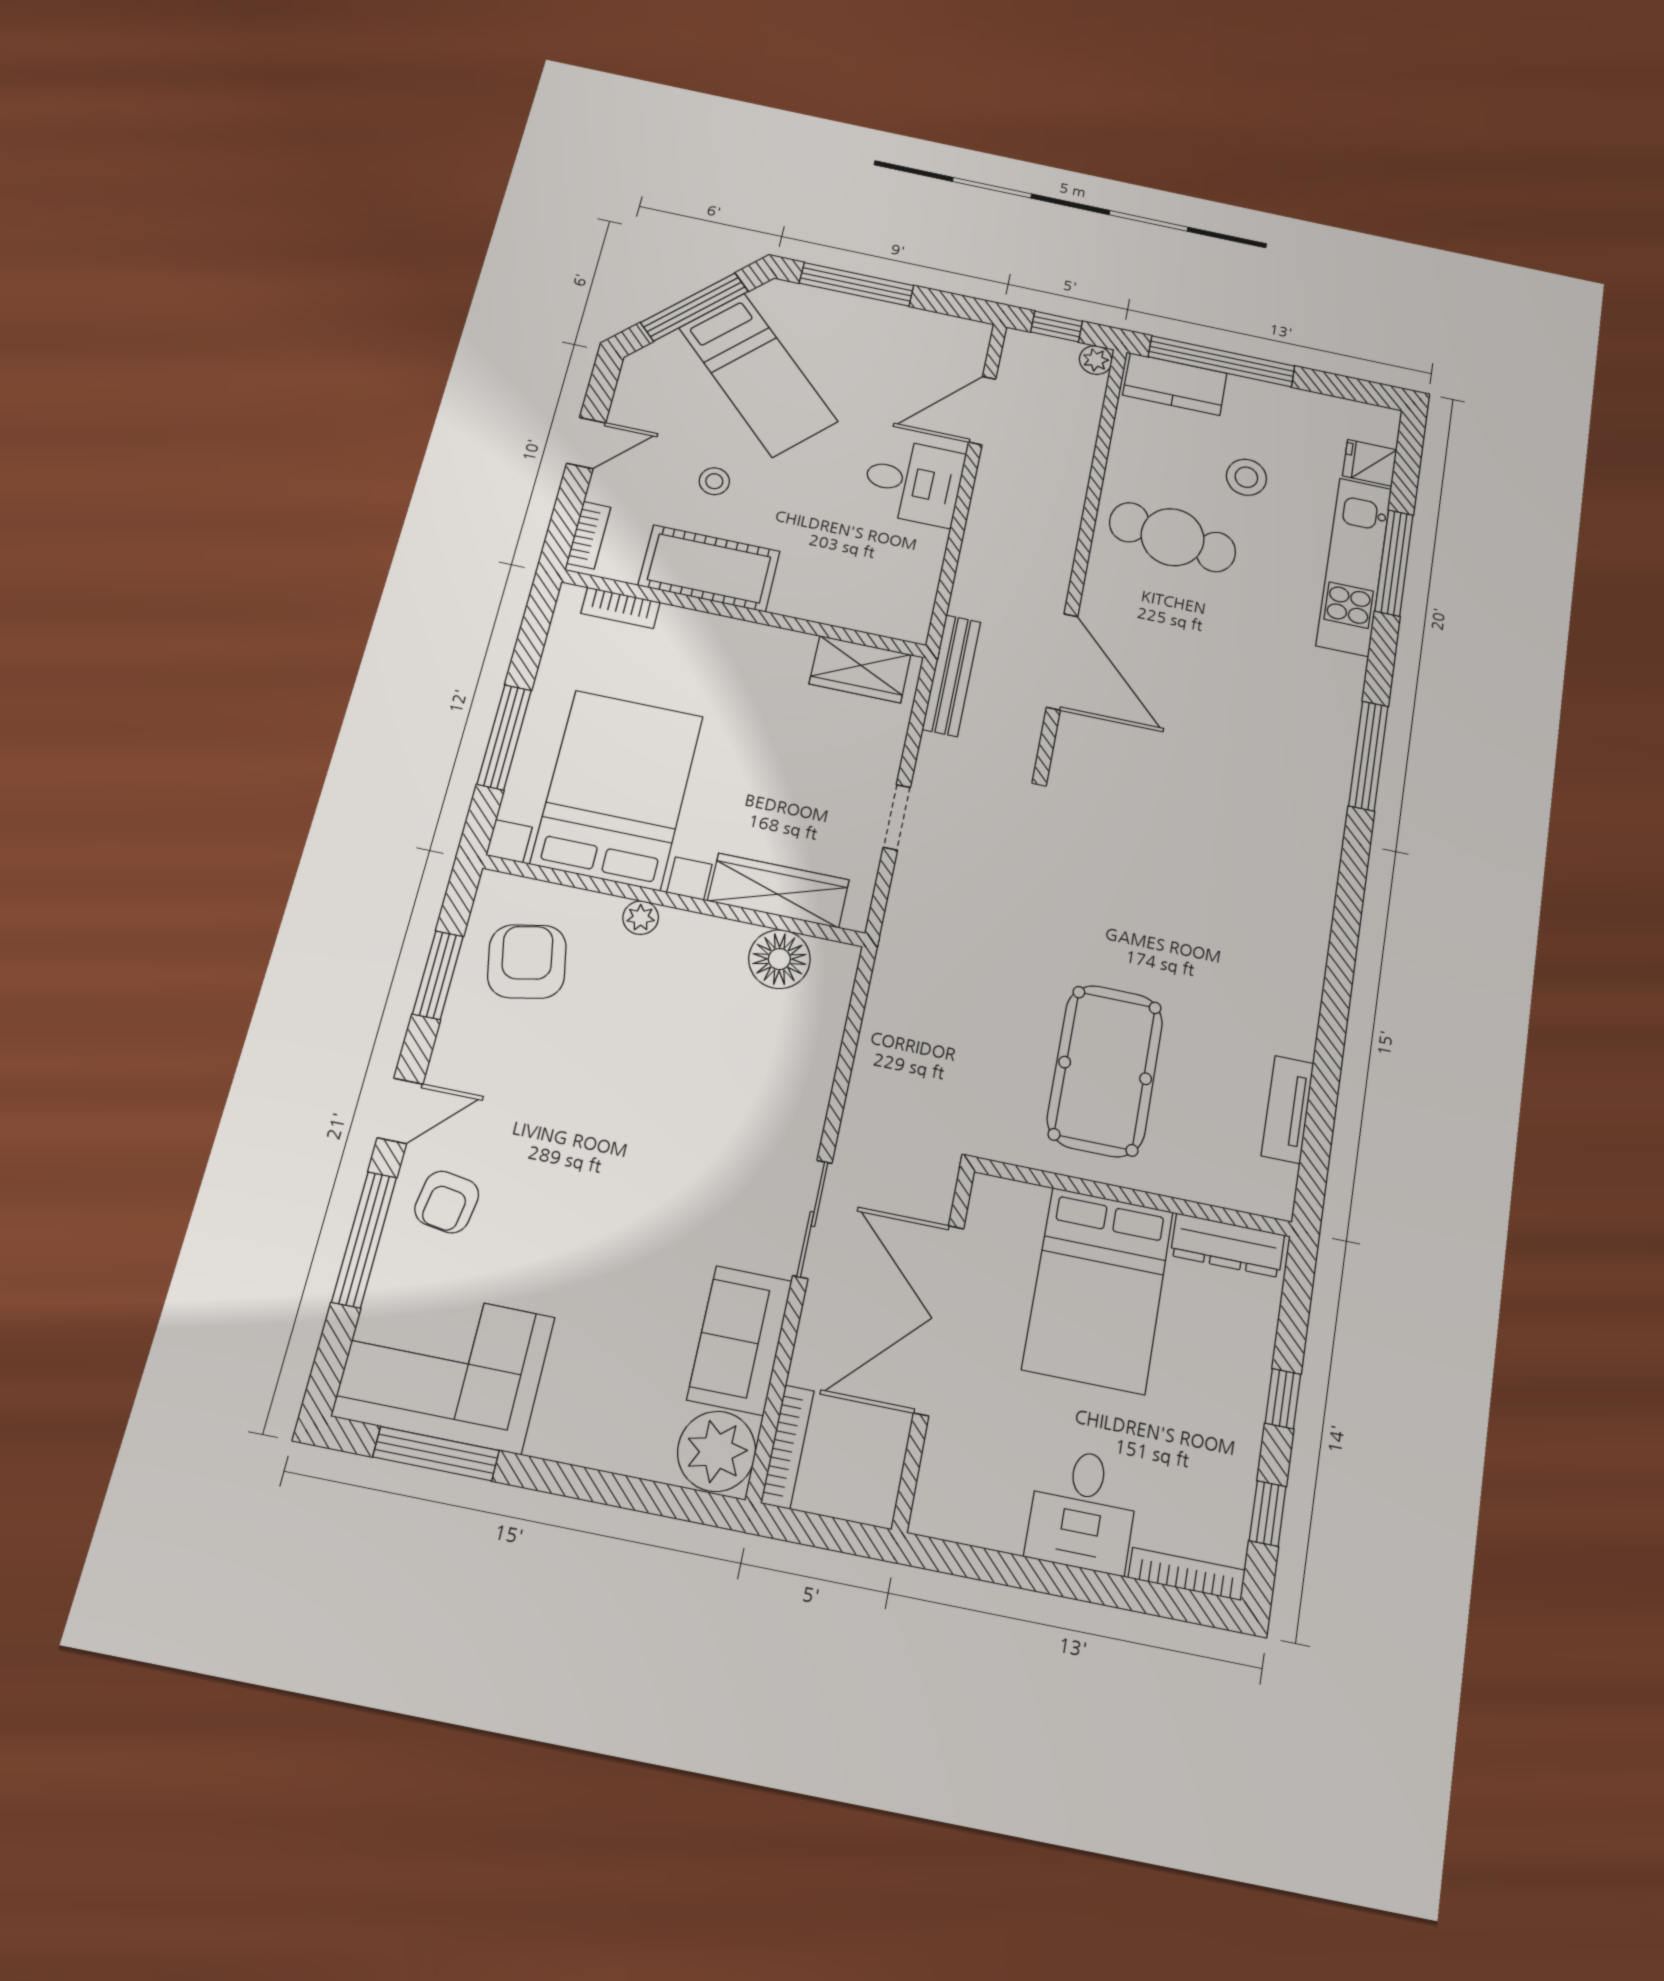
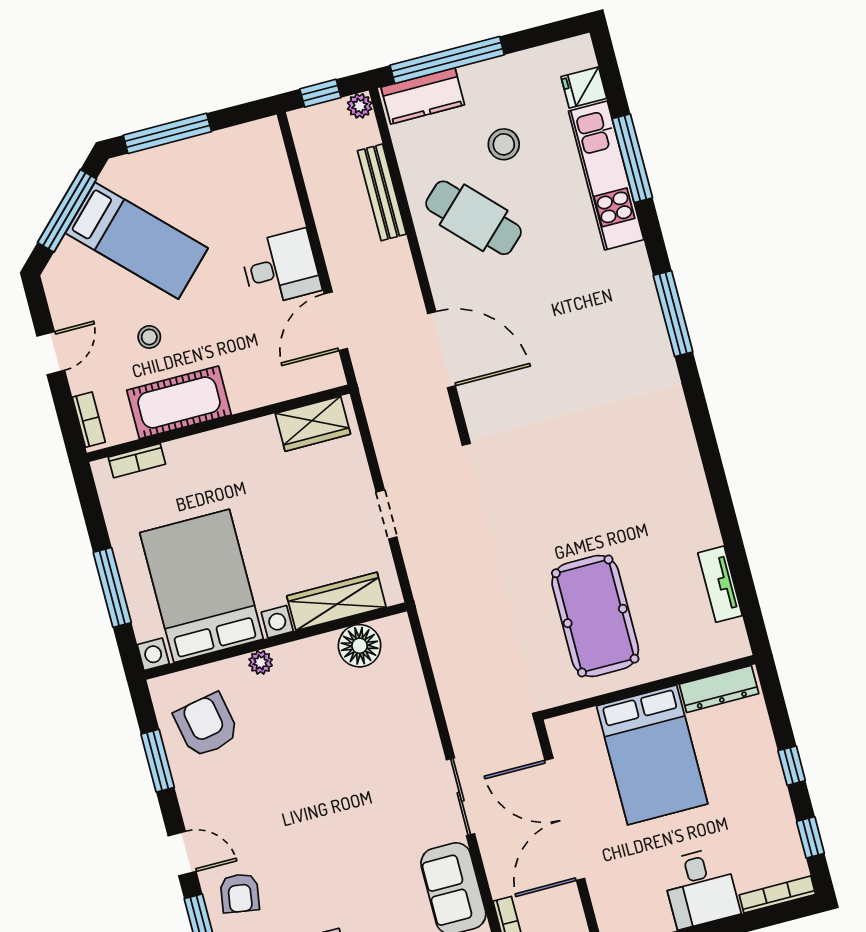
door: (982, 411) -> (336, 321), moved
cafe table: (1172, 537) -> (474, 218), turned 38
bench: (952, 675) -> (382, 192), moved
door: (400, 1111) -> (182, 854), hinge flipped

